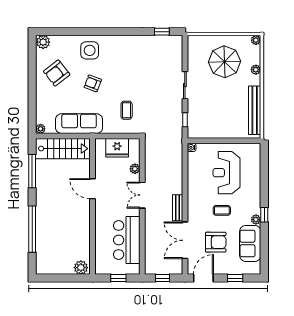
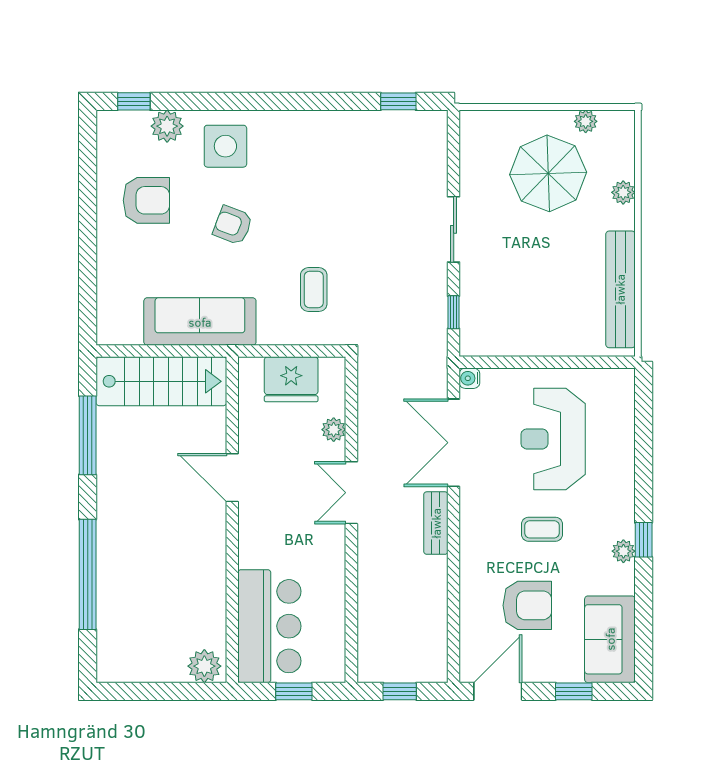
window: (51, 32) -> (134, 101), added
plant: (256, 40) -> (586, 121), moved
plant: (43, 42) -> (167, 126), moved
armchair: (57, 73) -> (146, 200), turned -142
plant: (40, 129) -> (108, 334), removed
bar counter: (127, 240) -> (269, 626), moved, turned 180
double door: (185, 240) -> (454, 443), moved
sofa: (250, 243) -> (610, 639), moved

